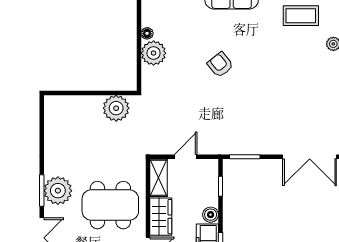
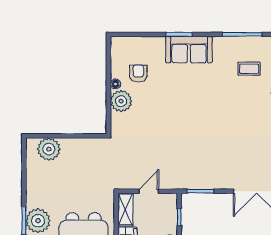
coffee table: (301, 16) -> (249, 69), width x0.73, depth x0.77
armchair: (220, 65) -> (138, 73), moved, turned 39
plant: (116, 108) -> (49, 149), moved

